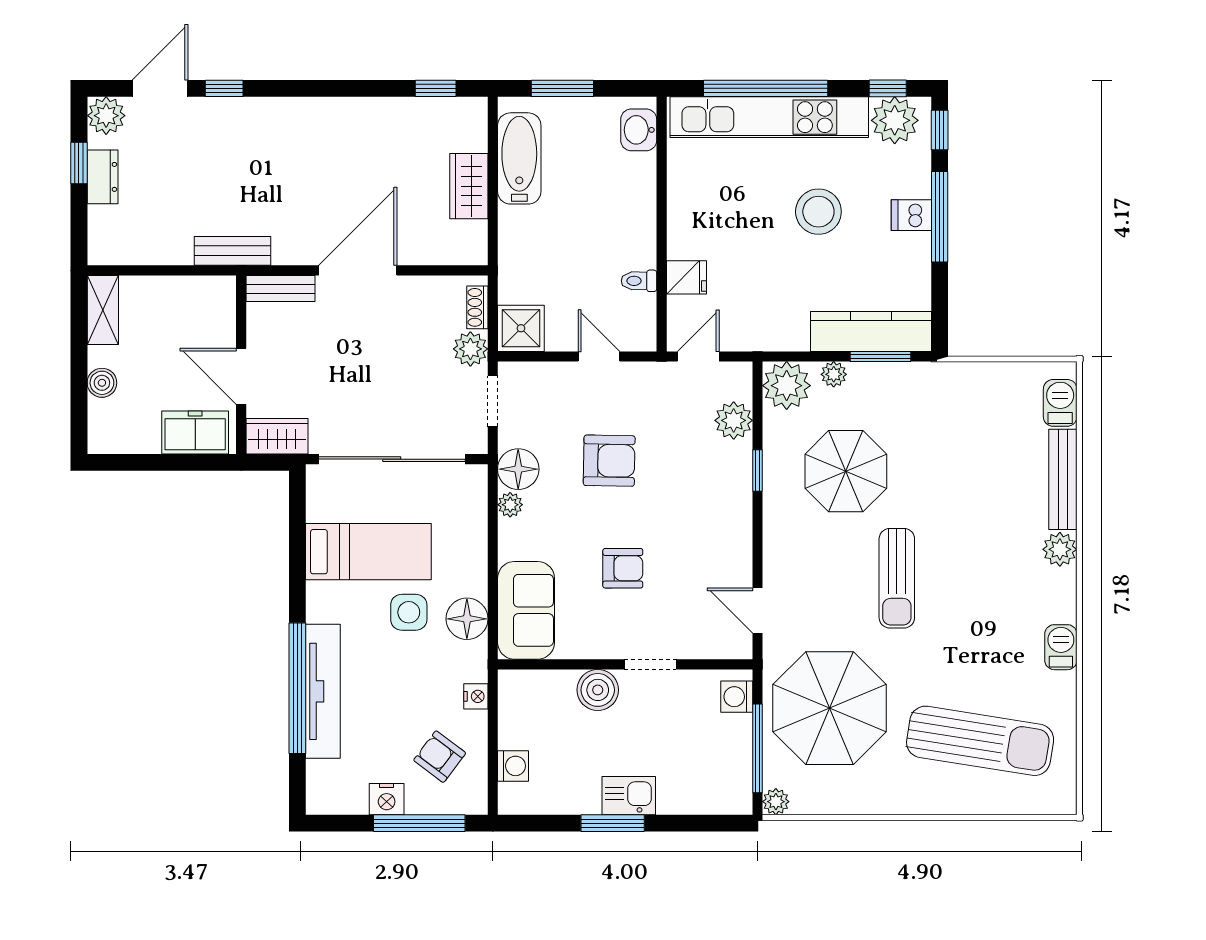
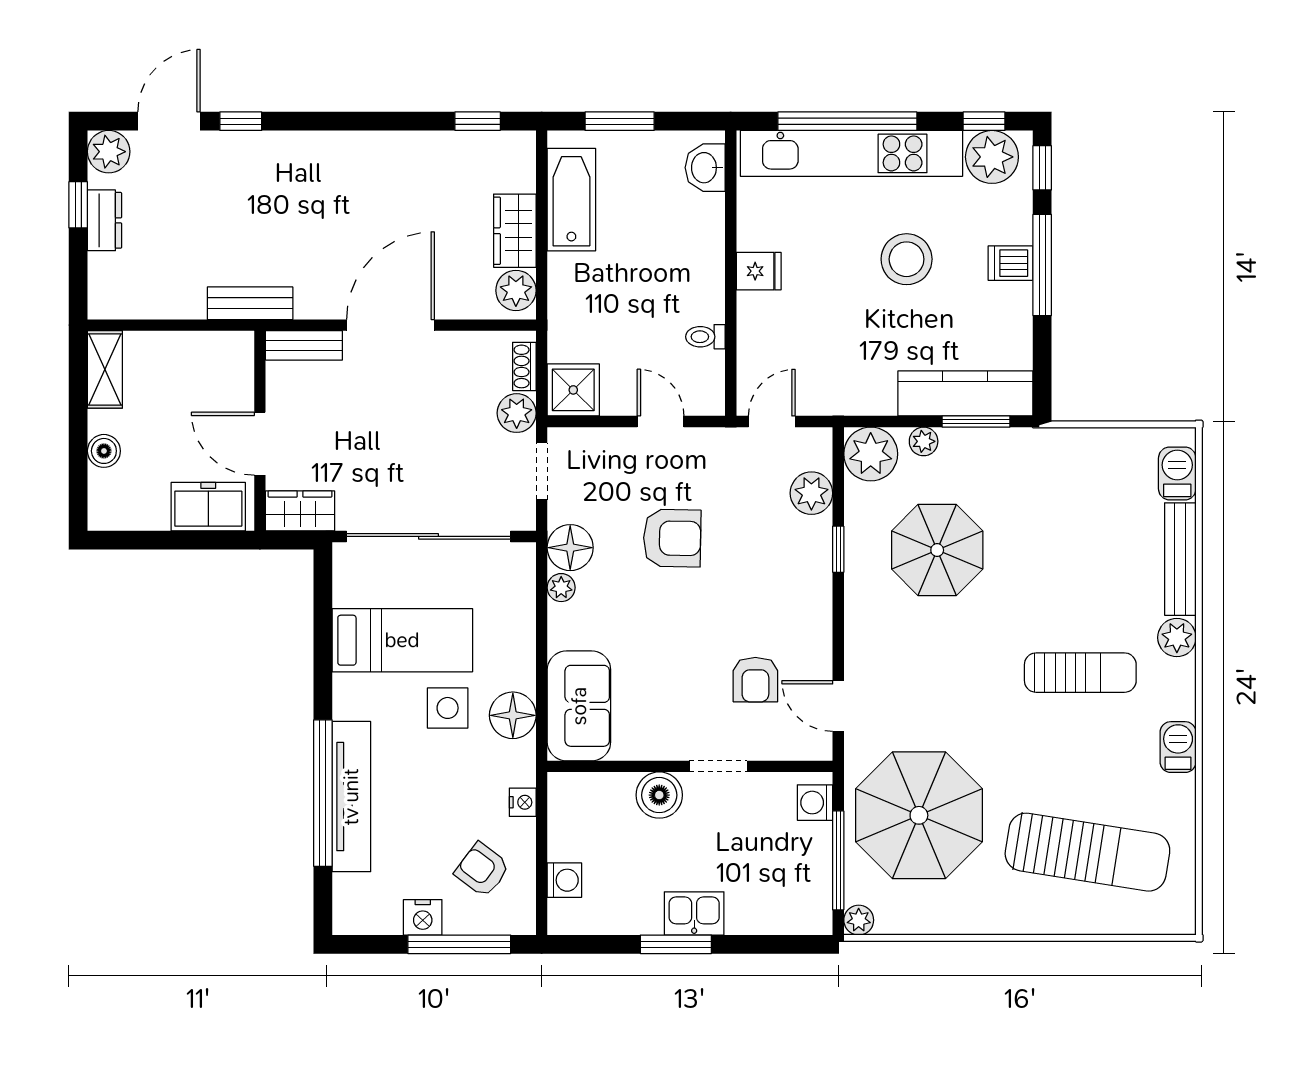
plant: (470, 239) -> (516, 290), added
fridge: (686, 277) -> (759, 271), moved
armchair: (623, 568) -> (755, 680), moved, turned 90
sun lounger: (897, 578) -> (1080, 673), moved, turned -90

